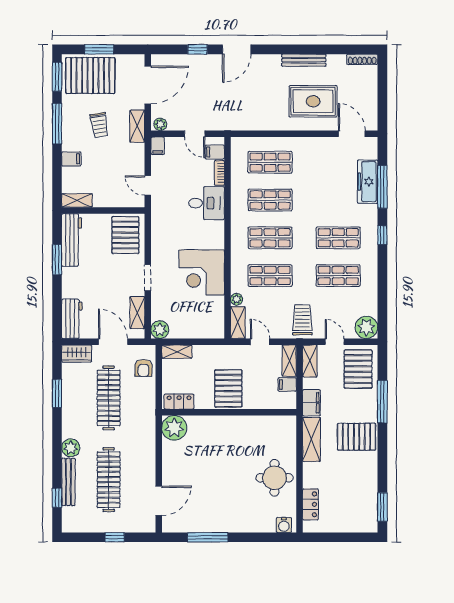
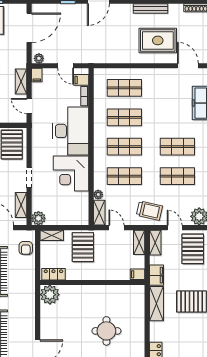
shelving: (137, 126) -> (21, 82), moved
desk: (207, 203) -> (71, 131), width x1.87, depth x1.30
trolley: (302, 320) -> (149, 211), turned 103
filing cabinet: (287, 385) -> (138, 274), moved
pallet: (228, 388) -> (83, 247), moved
round table: (274, 478) -> (106, 331), moved

